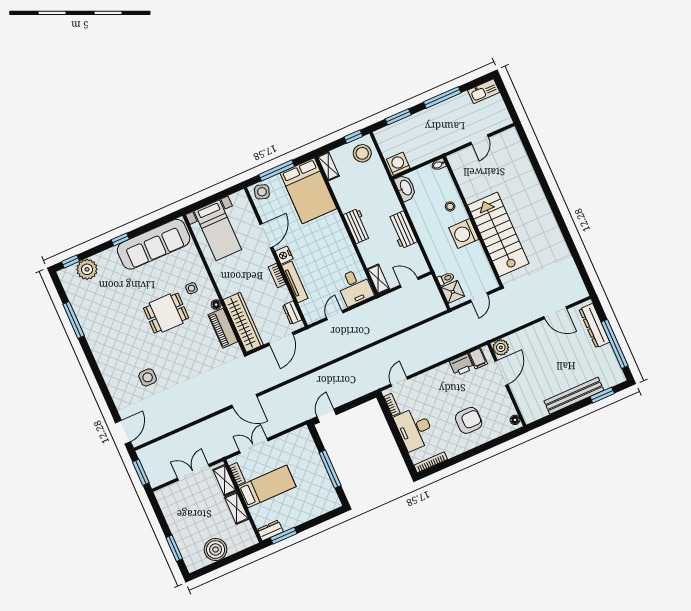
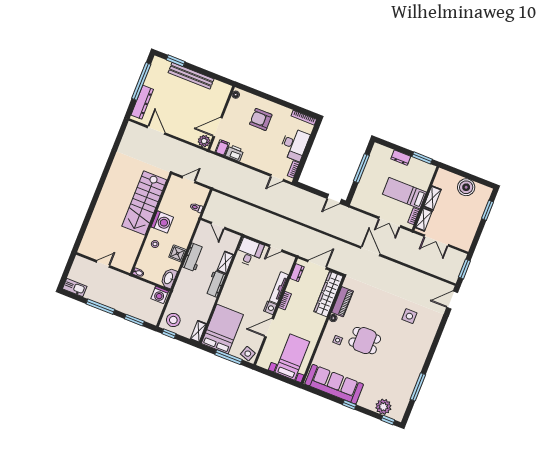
shelving: (378, 279) -> (225, 263), moved
shower: (453, 292) -> (177, 253), moved
dresser: (270, 531) -> (401, 158), moved

